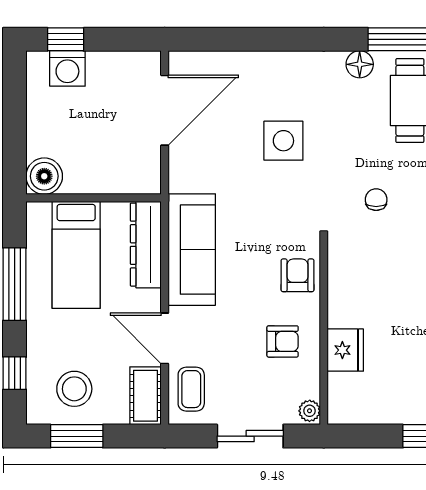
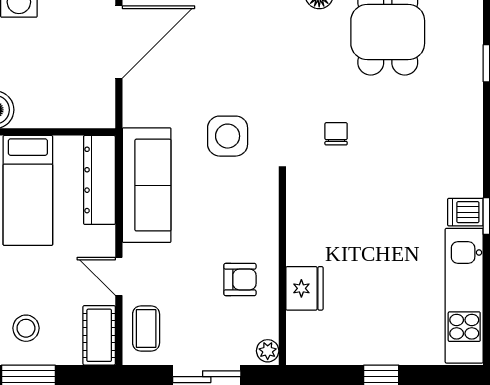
side table: (283, 141) -> (228, 136), moved
armchair: (298, 275) -> (255, 212), removed
door: (165, 338) -> (119, 276), width x0.73
stool: (74, 389) -> (26, 328), width x0.73, depth x0.73

